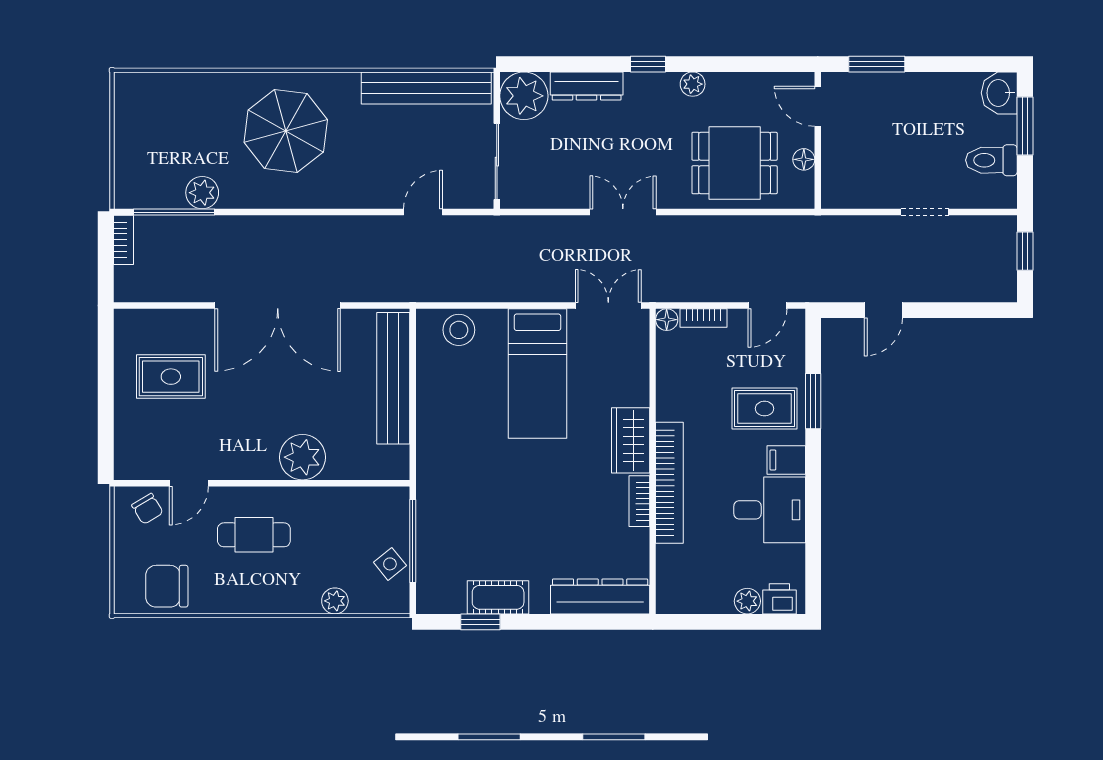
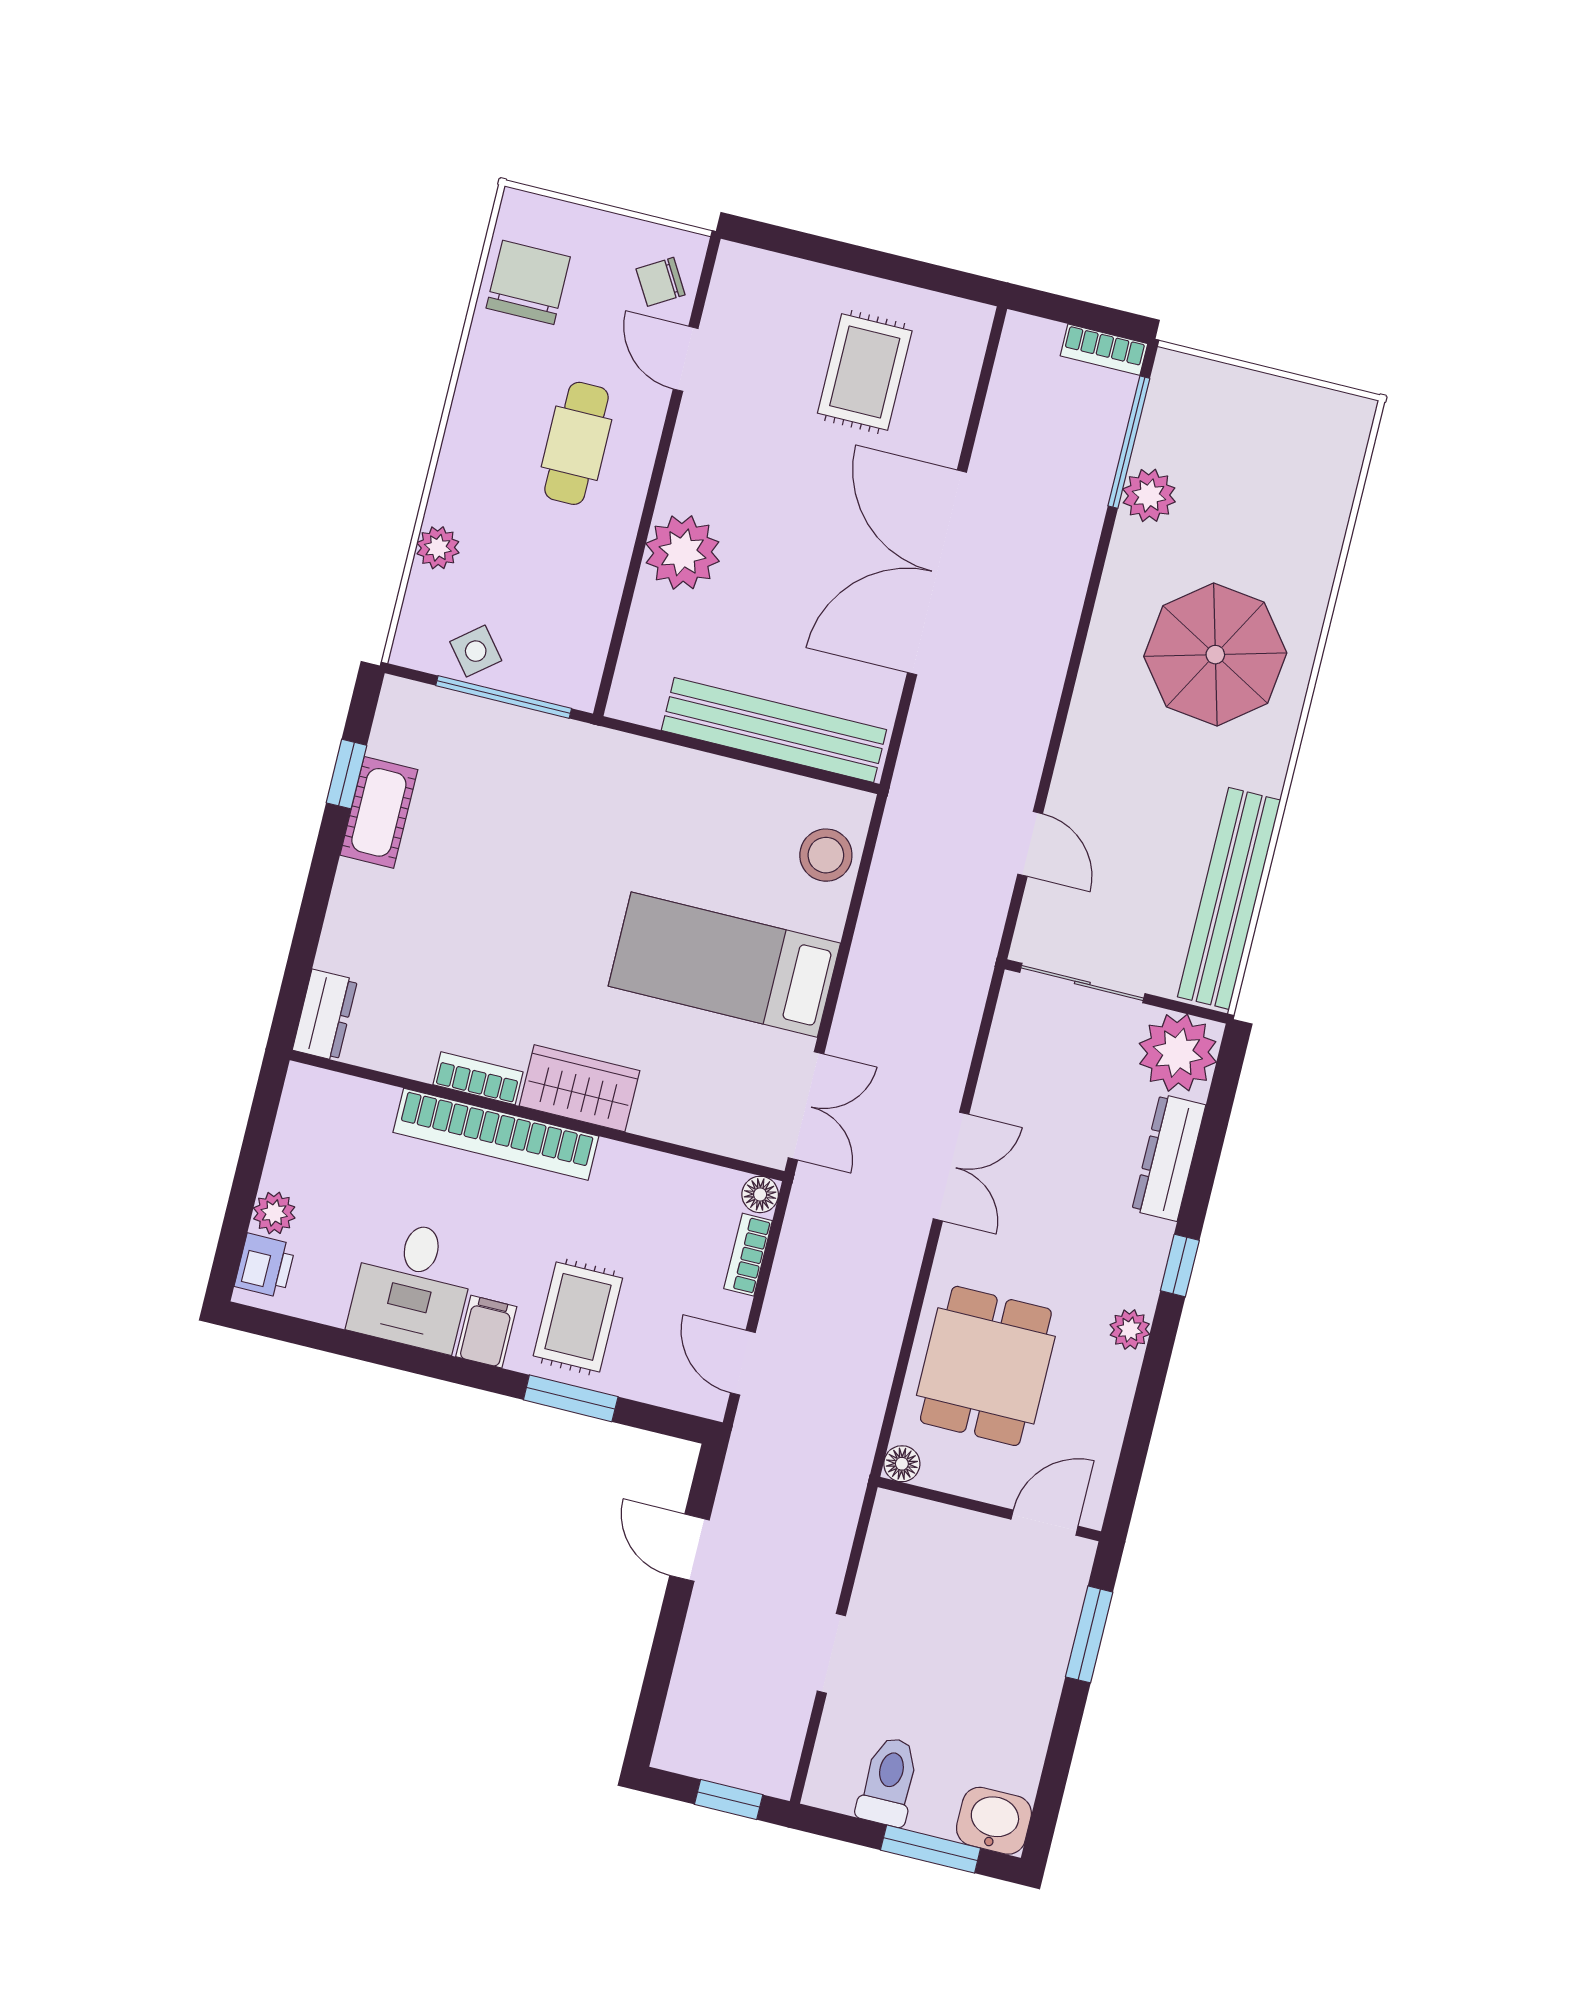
floor lamp: (804, 159) -> (902, 1464), moved
dresser: (600, 596) -> (325, 1015), width x0.51, depth x0.80

